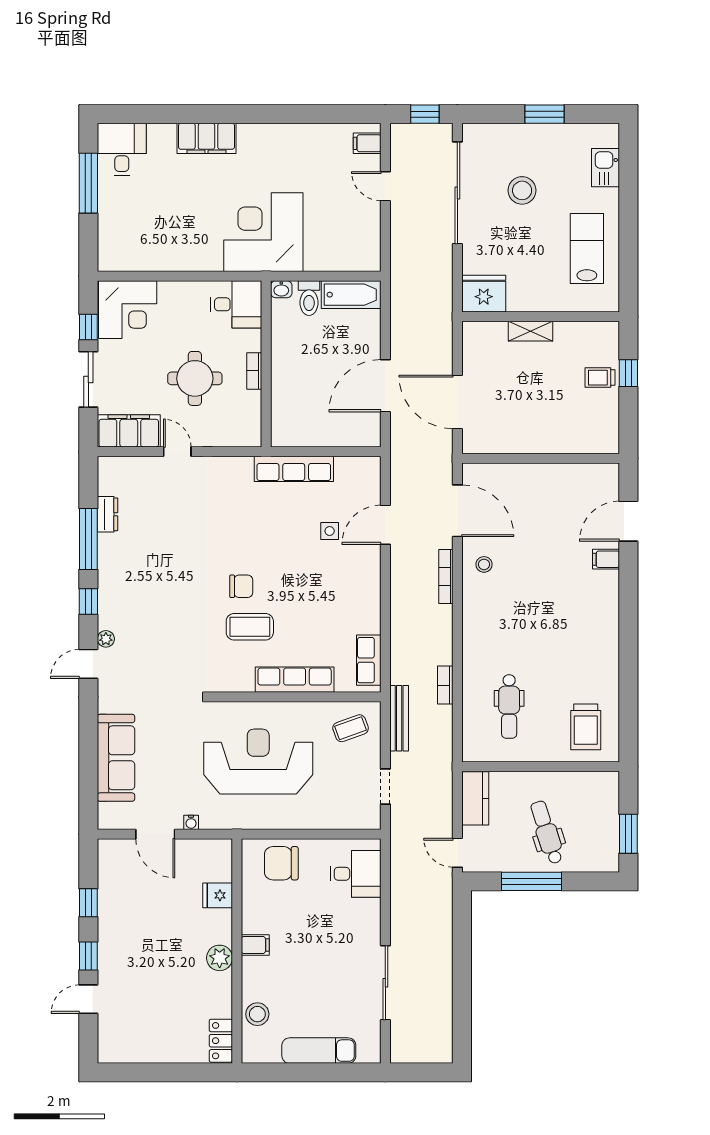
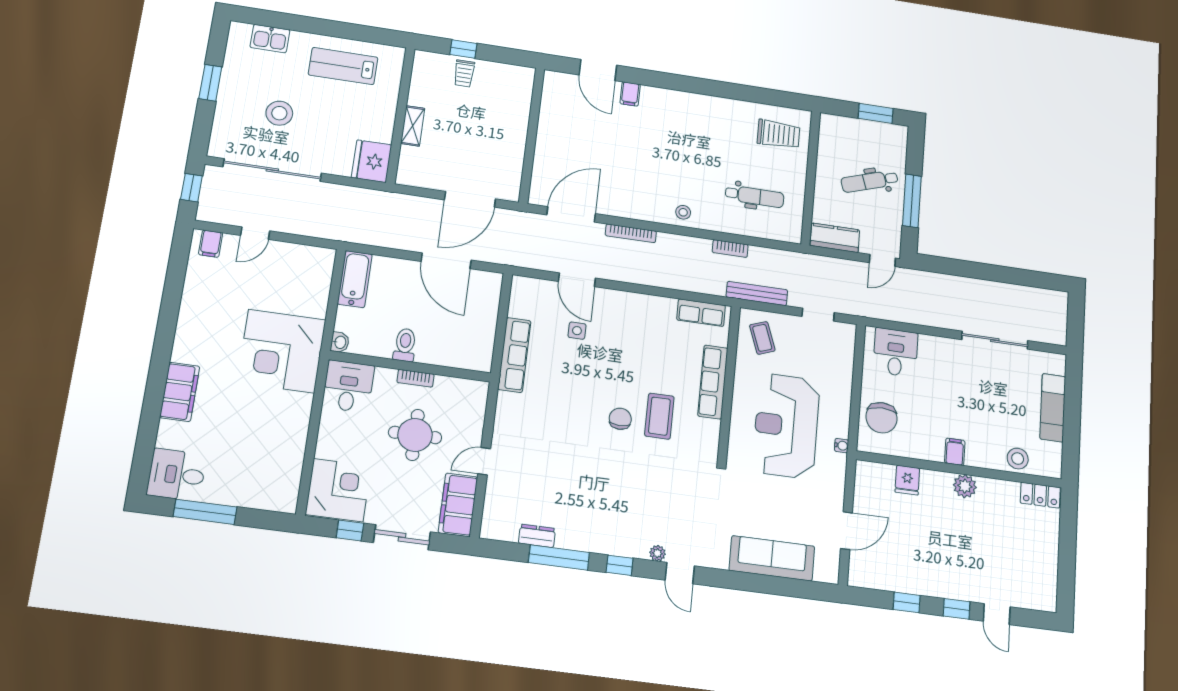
toilet: (309, 298) -> (405, 345), moved, turned -90
stool: (484, 564) -> (683, 212), moved
water cooler: (191, 822) -> (842, 446), moved

